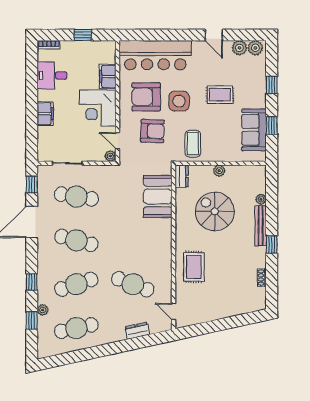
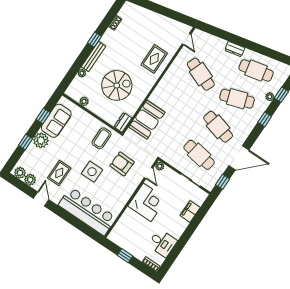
filing cabinet: (108, 76) -> (127, 218), removed
rug: (220, 95) -> (59, 173), moved, turned 90
armchair: (146, 97) -> (111, 189), removed
plant: (256, 98) -> (41, 140), added
filing cabinet: (45, 114) -> (190, 211), moved
plant: (219, 171) -> (84, 101), moved
spiral stairs: (215, 211) -> (117, 85), turned -90
dresser: (137, 331) -> (235, 49), moved

